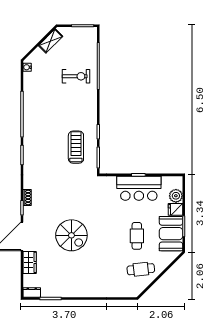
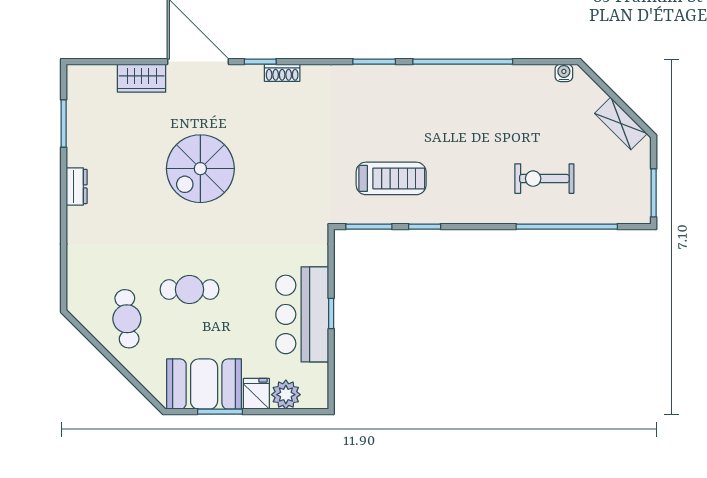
exercise bike: (76, 76) -> (544, 179), turned 90
cafe table: (137, 236) -> (190, 289), moved
dresser: (32, 293) -> (77, 186), moved

